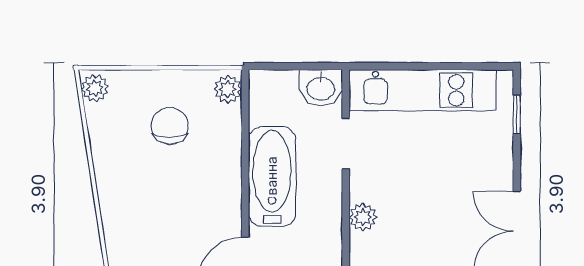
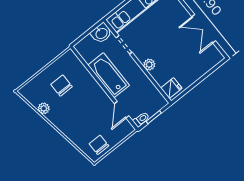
plant: (95, 88) -> (44, 108), moved
plant: (228, 89) -> (71, 58), removed

